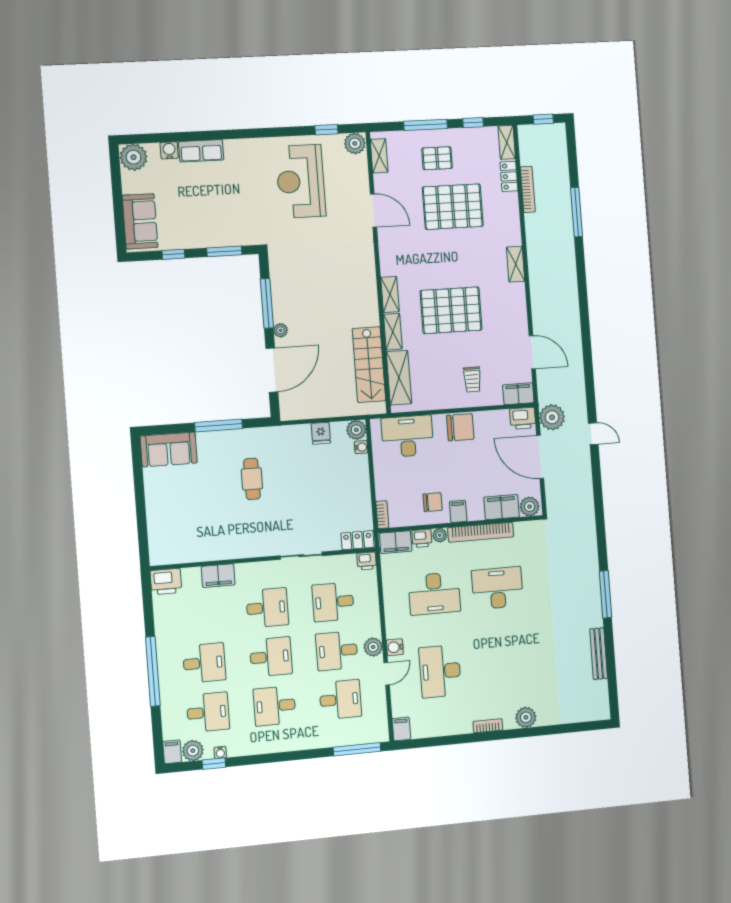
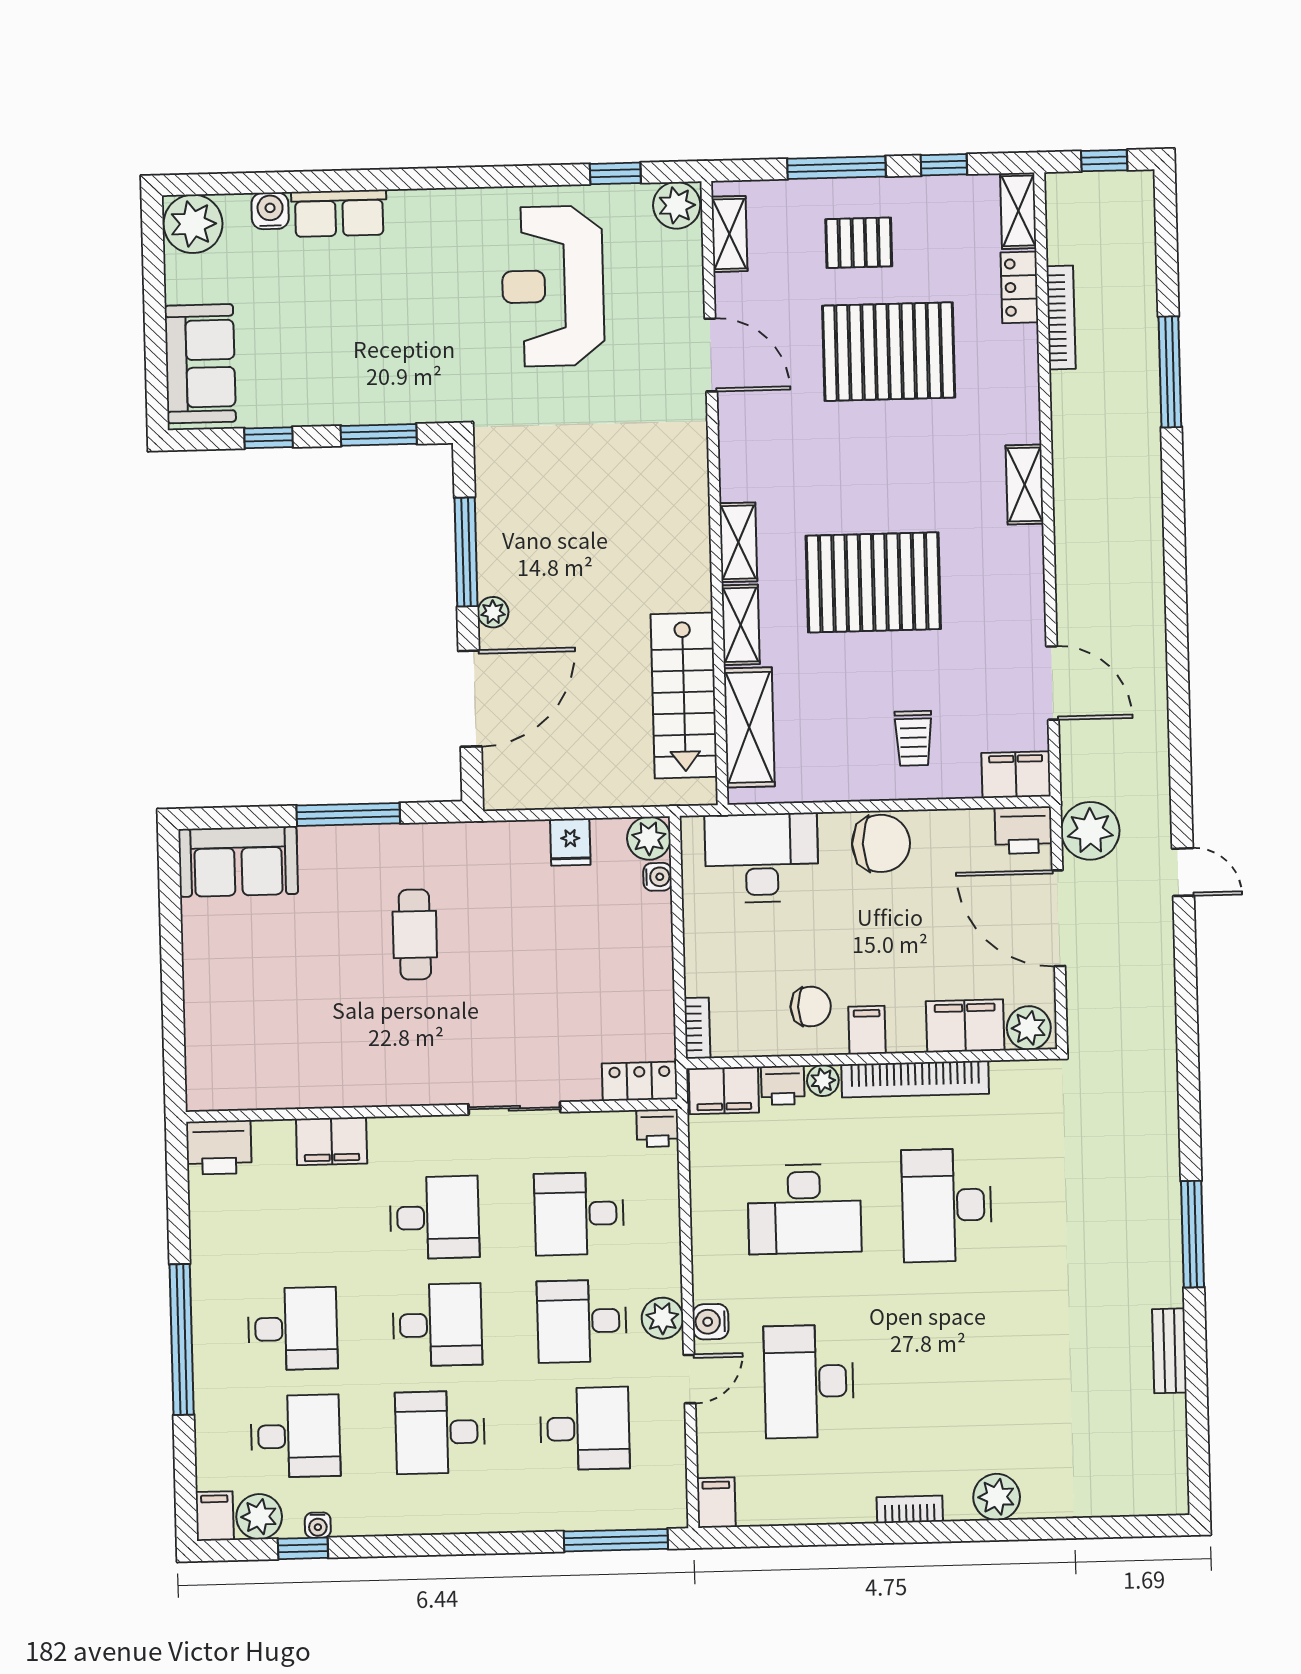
desk: (497, 588) -> (947, 1205), turned -90
bench: (599, 654) -> (1169, 1351), width x0.73

